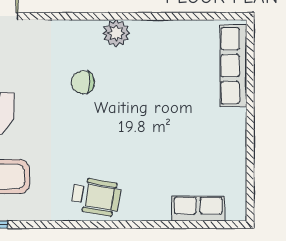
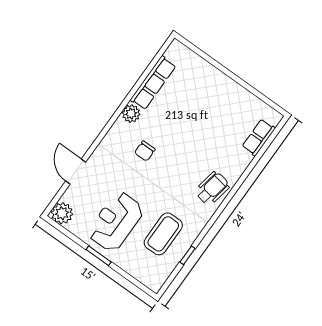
row of seats: (233, 66) -> (153, 83), moved, turned -90

